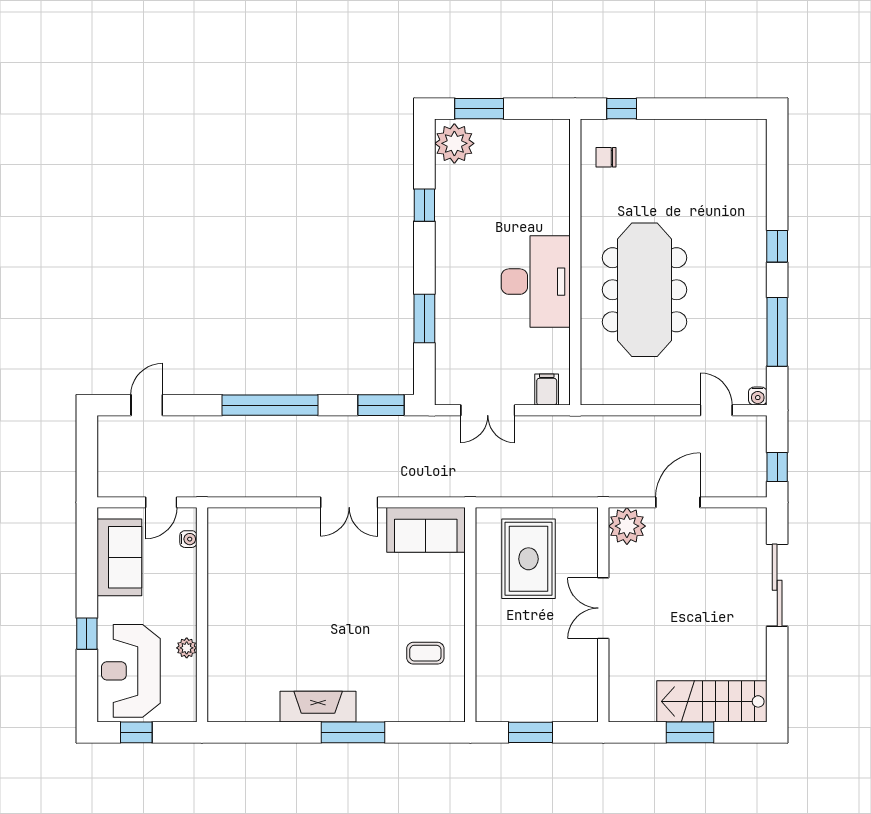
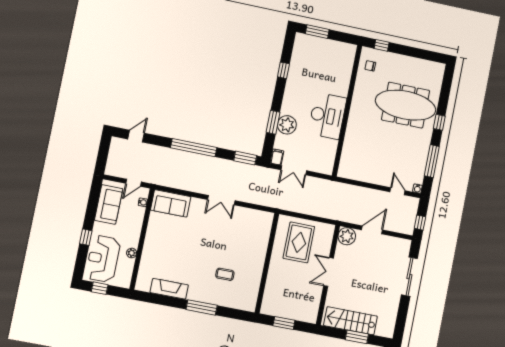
plant: (454, 143) -> (287, 125), moved
meeting table: (644, 290) -> (406, 105), moved, turned 90
filing cabinet: (547, 389) -> (277, 157), moved
sofa: (426, 530) -> (171, 203), moved
coffee table: (425, 653) -> (225, 274), moved
stairs: (712, 701) -> (350, 321), moved
fireplace: (318, 707) -> (169, 289), moved

